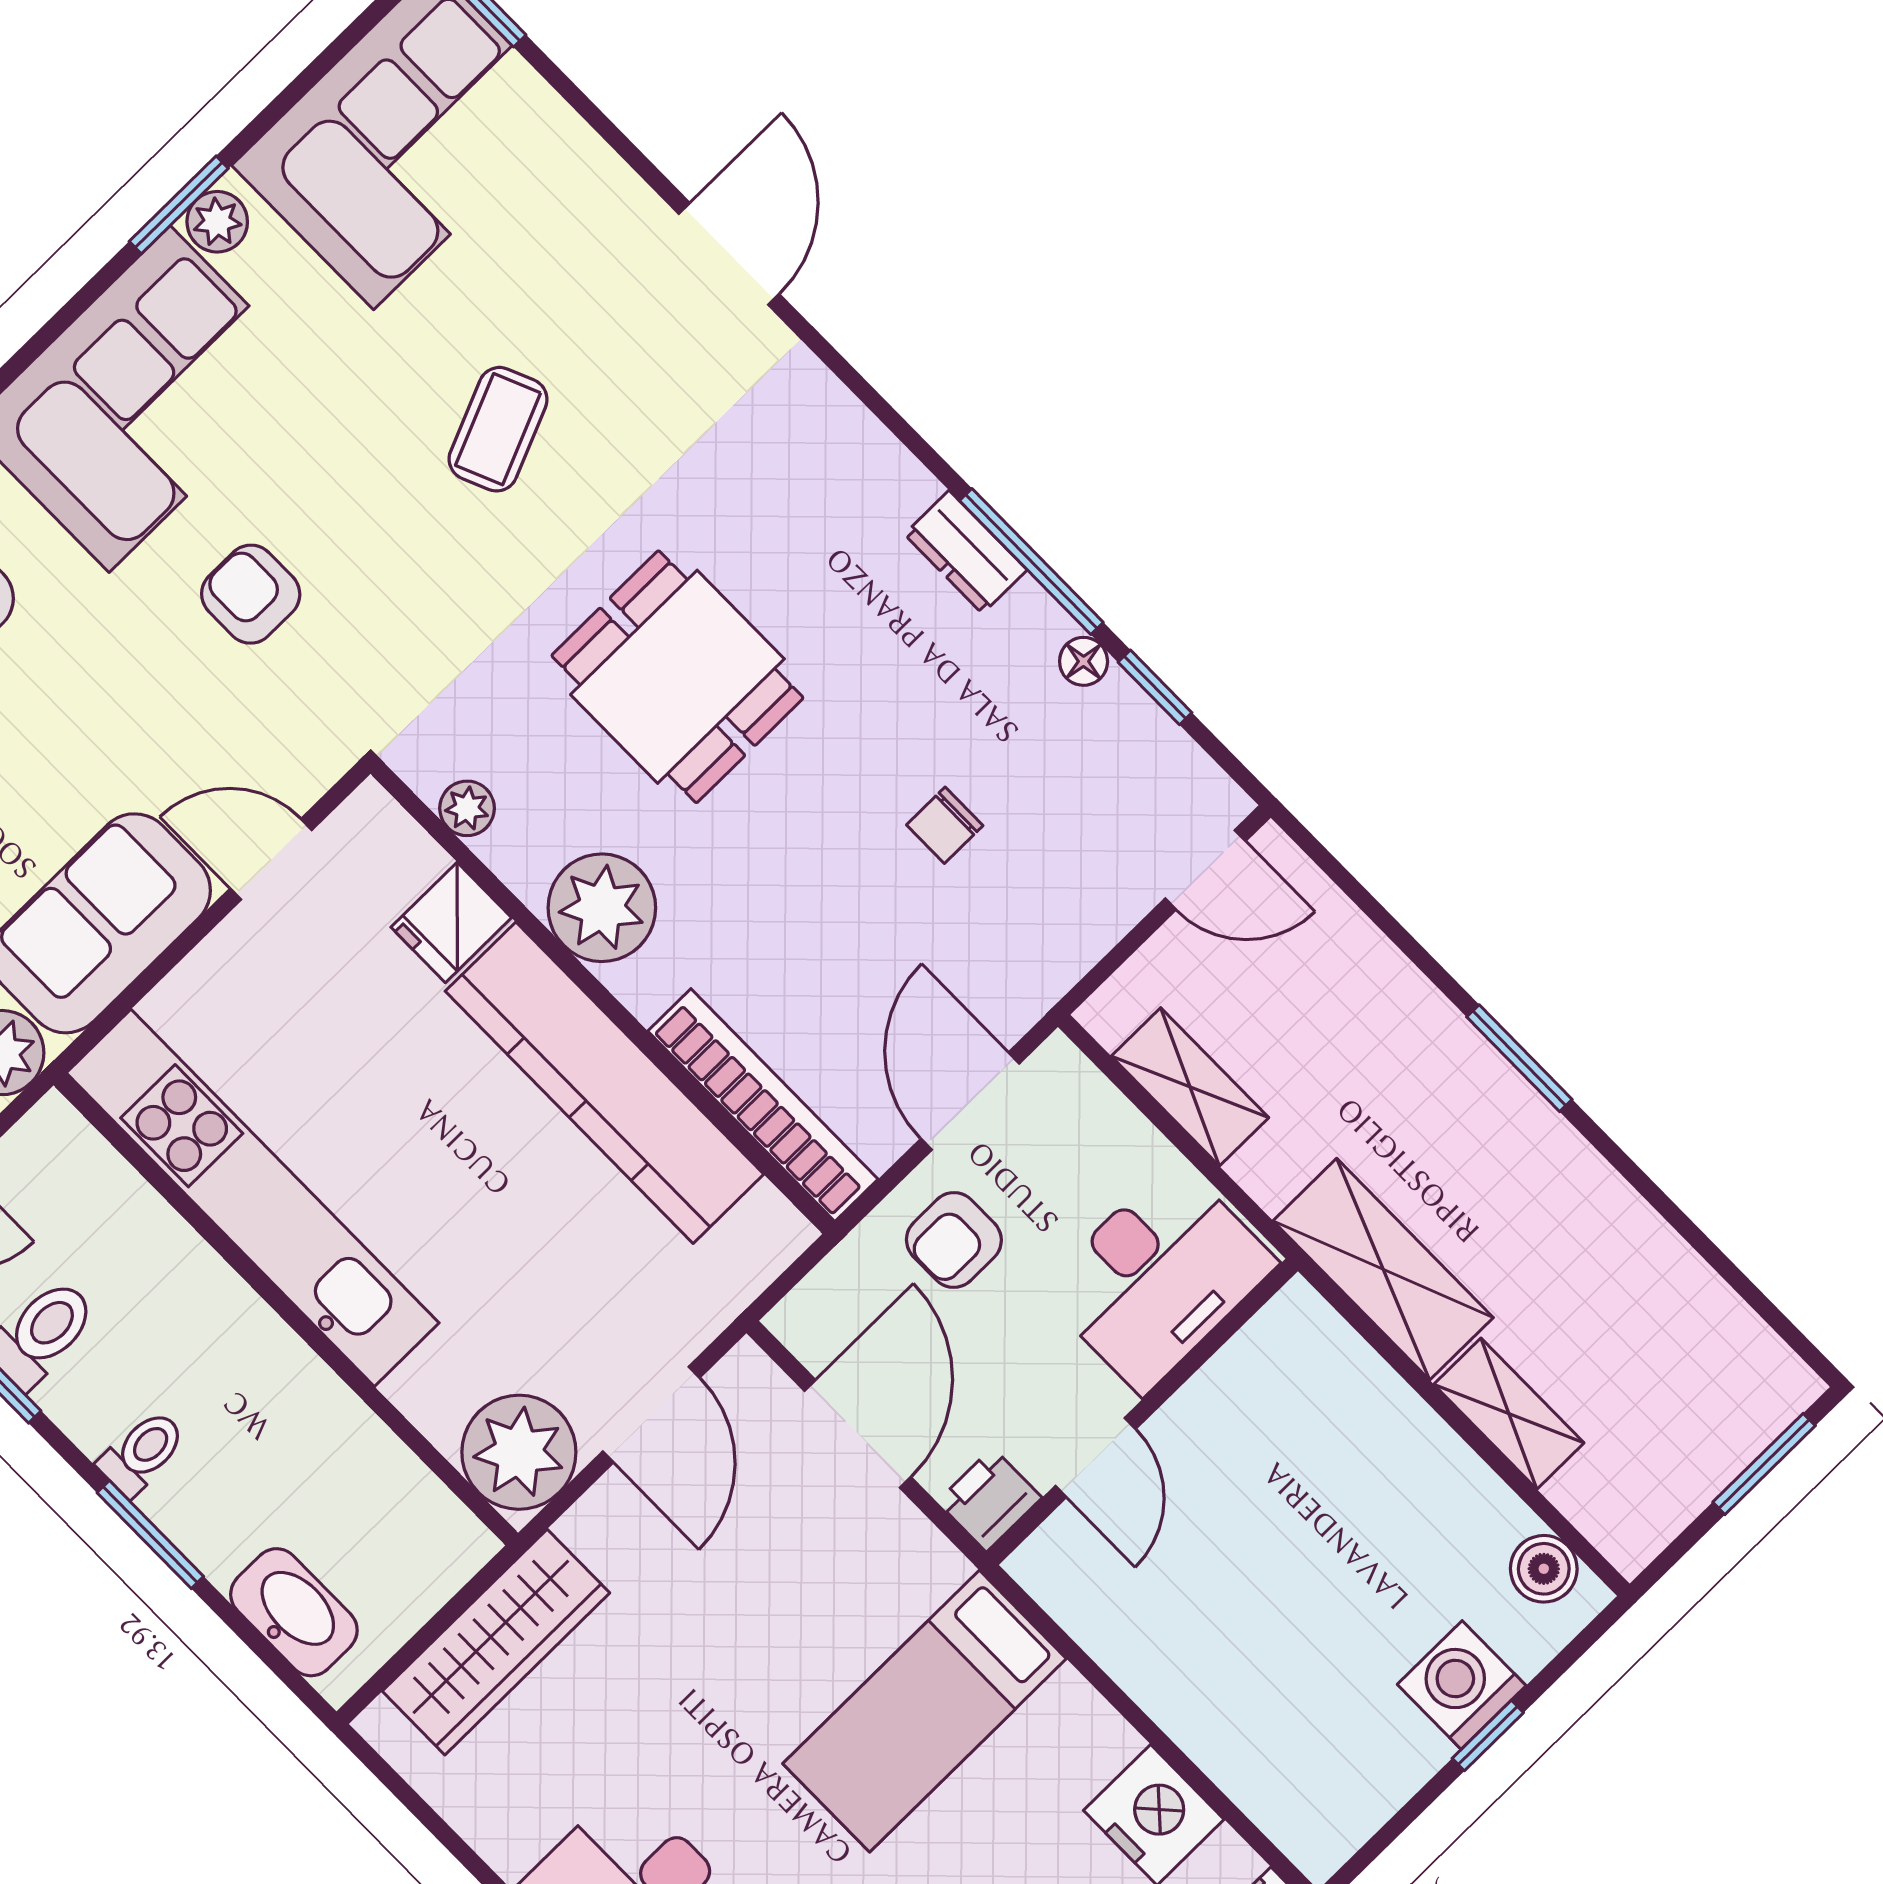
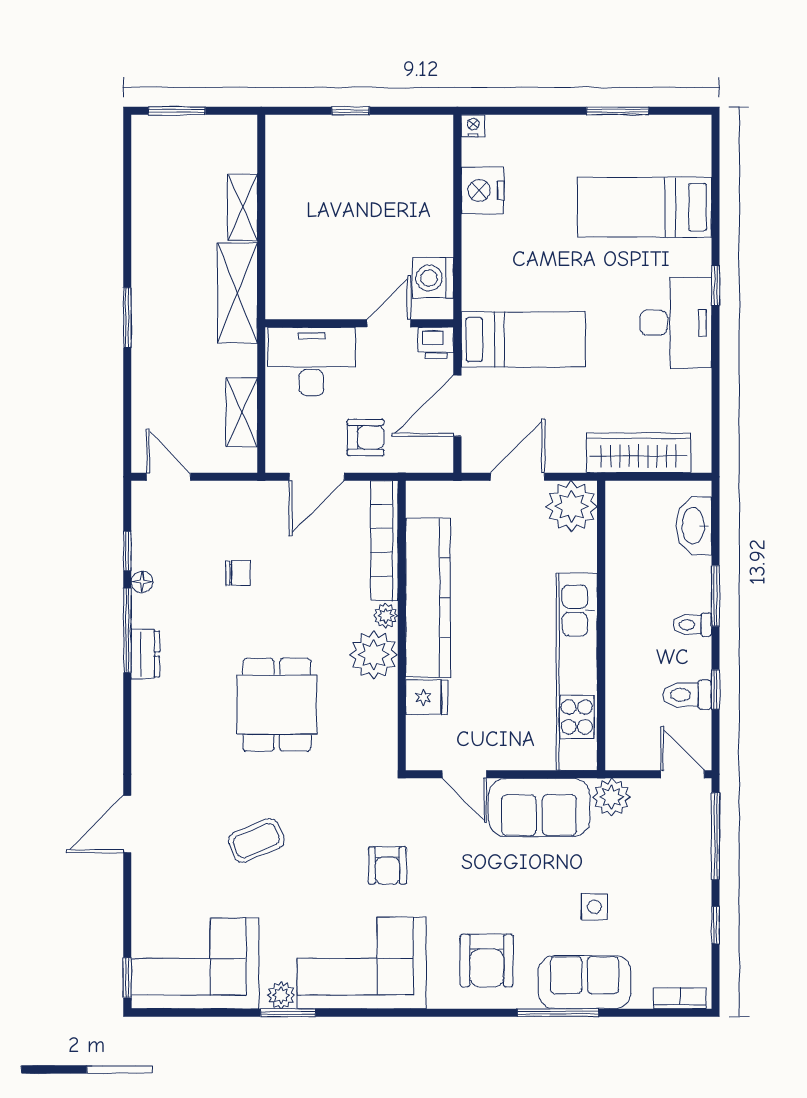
plant: (467, 808) -> (386, 616), moved
boiler: (1544, 1569) -> (280, 147), removed
washing machine: (1462, 1685) -> (433, 278), moved, turned 90
bed: (925, 1711) -> (523, 340), moved

